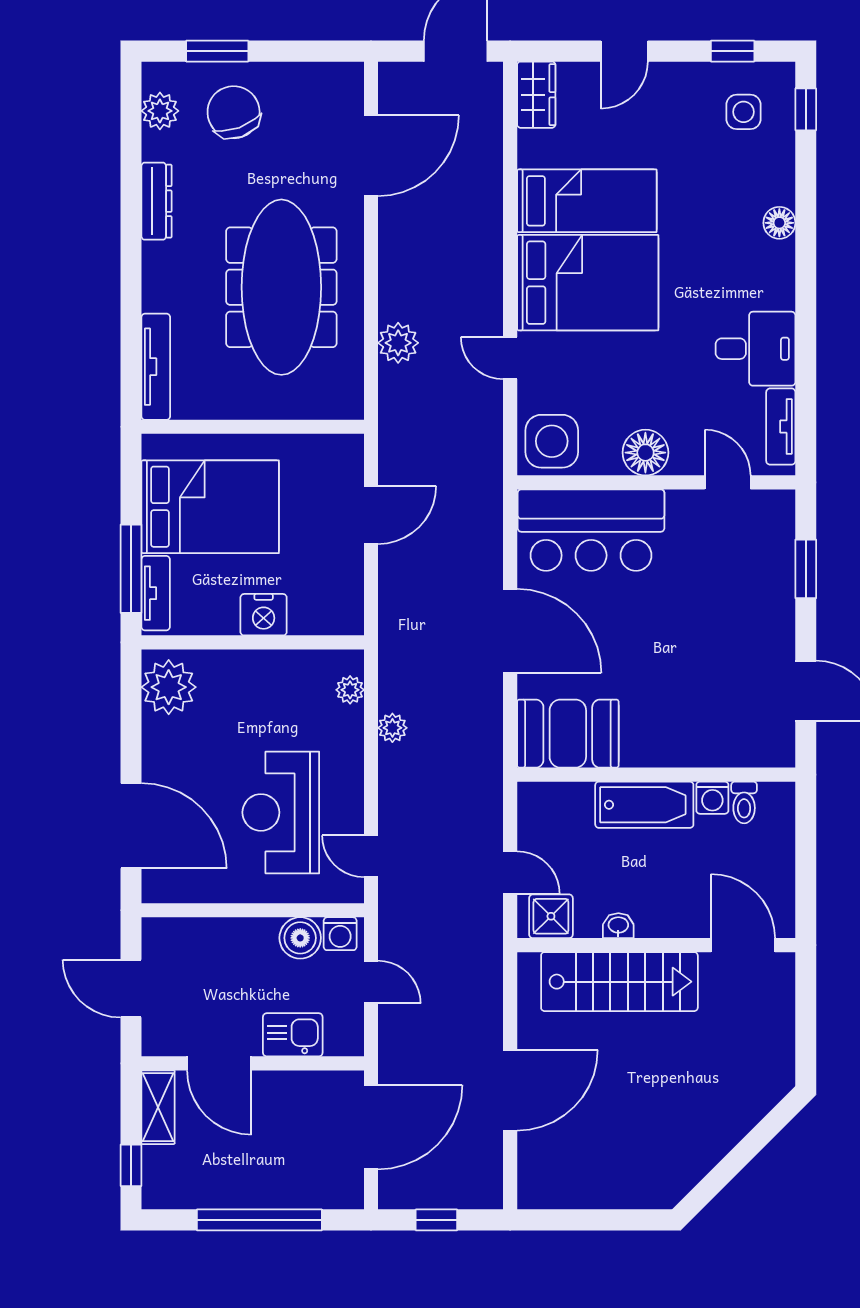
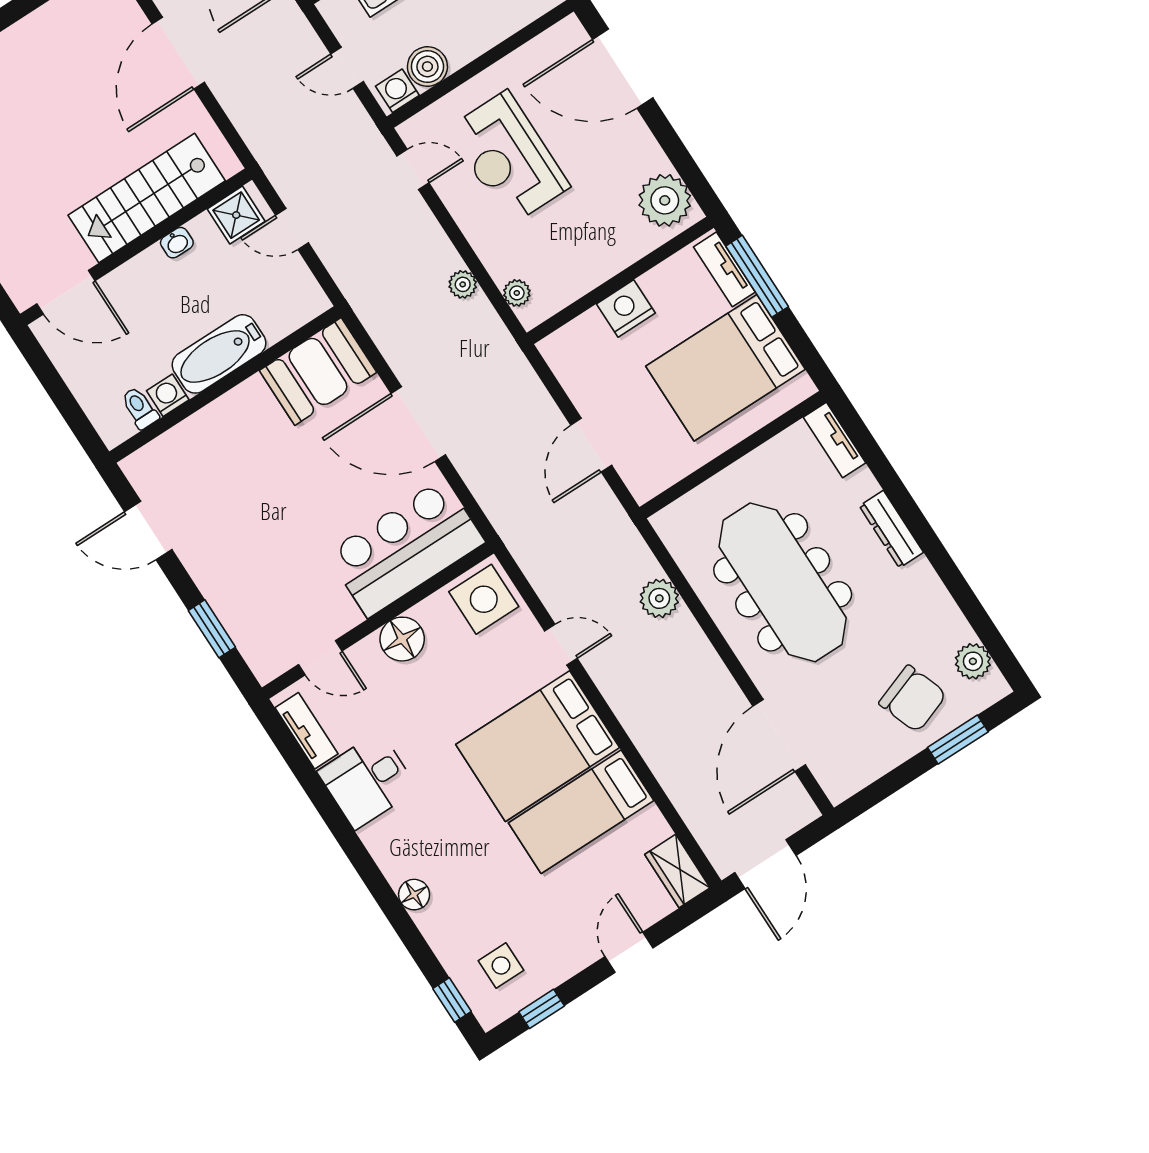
dresser: (156, 201) -> (891, 529), moved
tv unit: (156, 367) -> (835, 440), width x0.71
reception desk: (281, 812) -> (509, 158), turned 180

